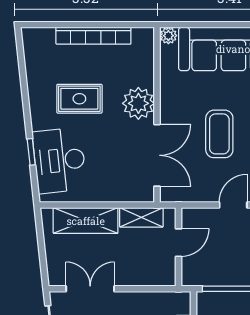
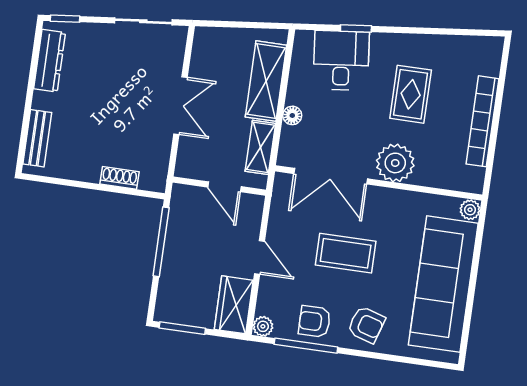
desk: (59, 160) -> (341, 60), width x0.73
floor lamp: (111, 195) -> (292, 115), added
double door: (90, 289) -> (180, 106), moved

